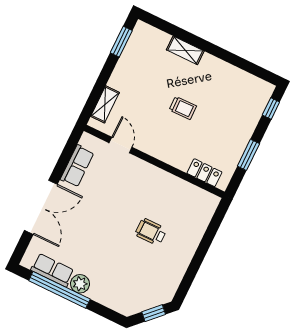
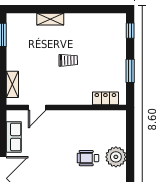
door: (121, 145) -> (37, 107), swing flipped
plant: (184, 246) -> (116, 157), added

